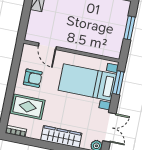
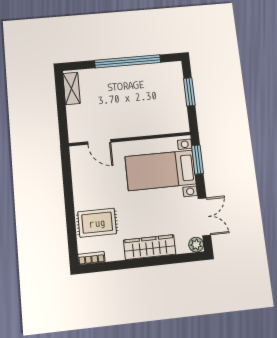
armchair: (33, 78) -> (93, 186), removed

